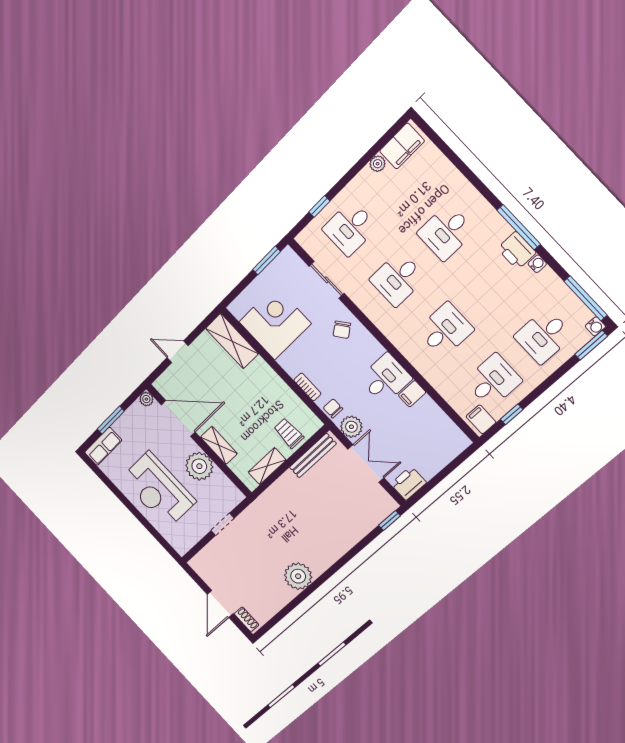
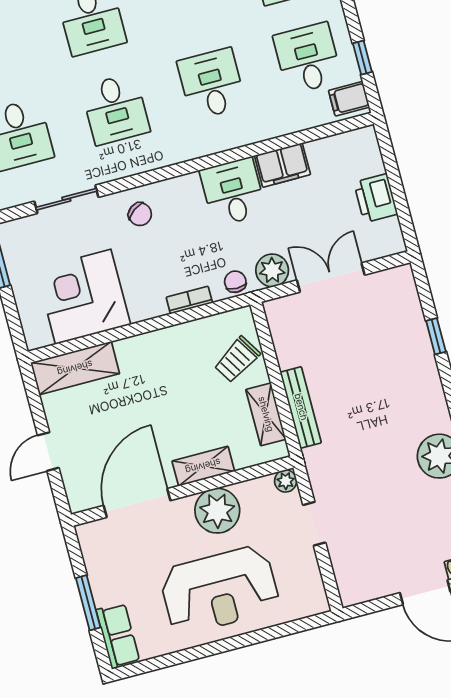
filing cabinet: (412, 394) -> (282, 165), width x2.00
plant: (146, 399) -> (286, 481), moved
chair: (333, 408) -> (235, 282), turned 90
trolley: (289, 433) -> (237, 359), turned -32
bench: (313, 456) -> (301, 407), moved
printer: (408, 483) -> (376, 198), moved
window: (389, 520) -> (436, 336), moved

